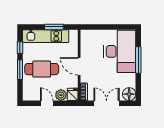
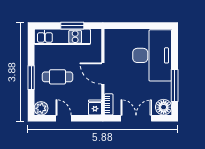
window: (20, 48) -> (31, 51), removed
window: (138, 60) -> (175, 86), moved
cafe table: (42, 69) -> (57, 77), width x0.73, depth x0.74
plant: (61, 95) -> (41, 108), moved

